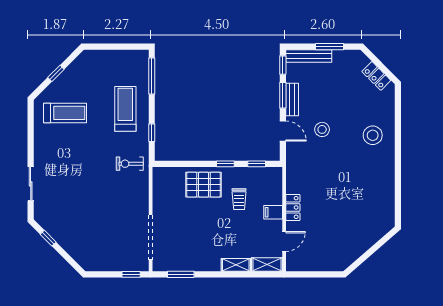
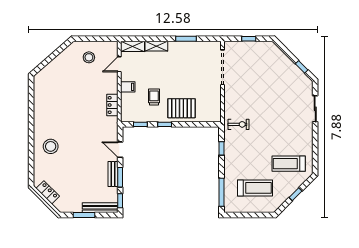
treadmill: (125, 109) -> (255, 188), moved, turned -90
stool: (322, 129) -> (89, 57), moved
locker: (293, 207) -> (112, 105), moved
window: (131, 274) -> (249, 39), moved
window: (181, 274) -> (186, 39), moved

